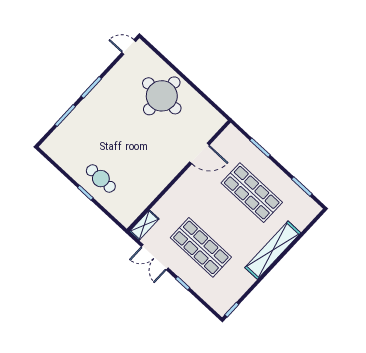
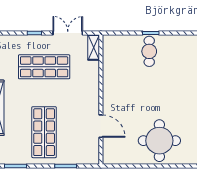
door: (199, 153) -> (101, 126), swing flipped
cafe table: (101, 179) -> (149, 51), turned 90
shop shelf: (252, 193) -> (44, 132), turned 90

